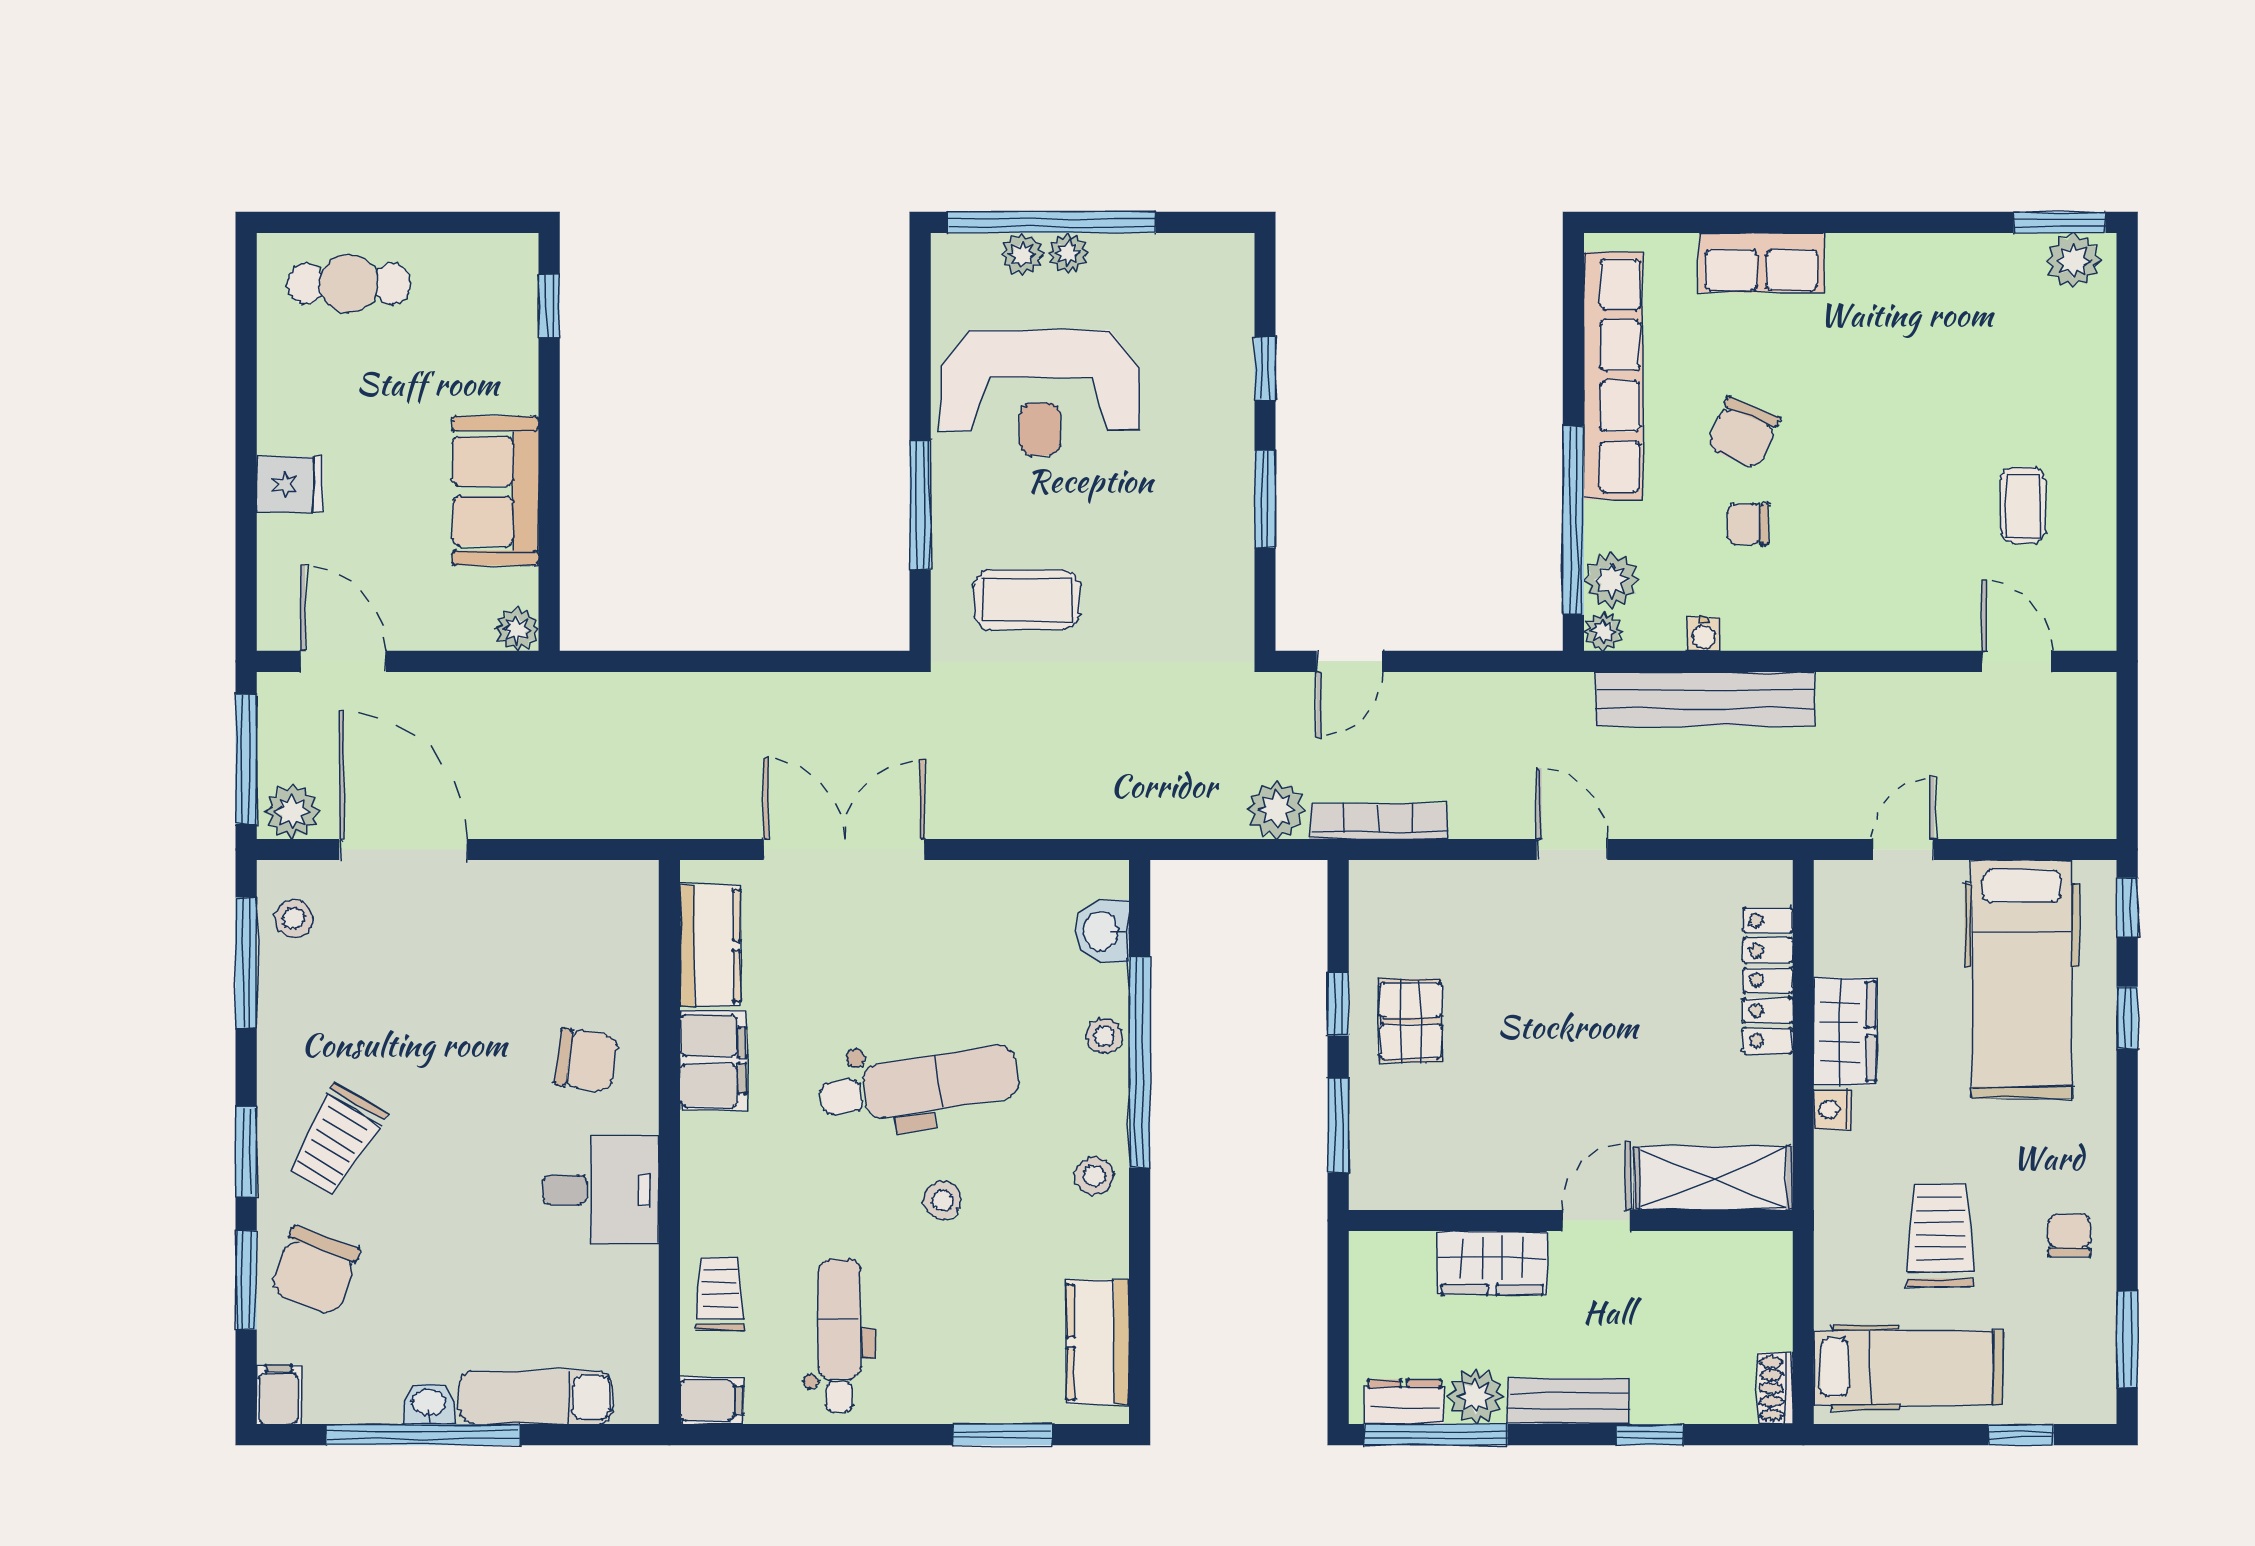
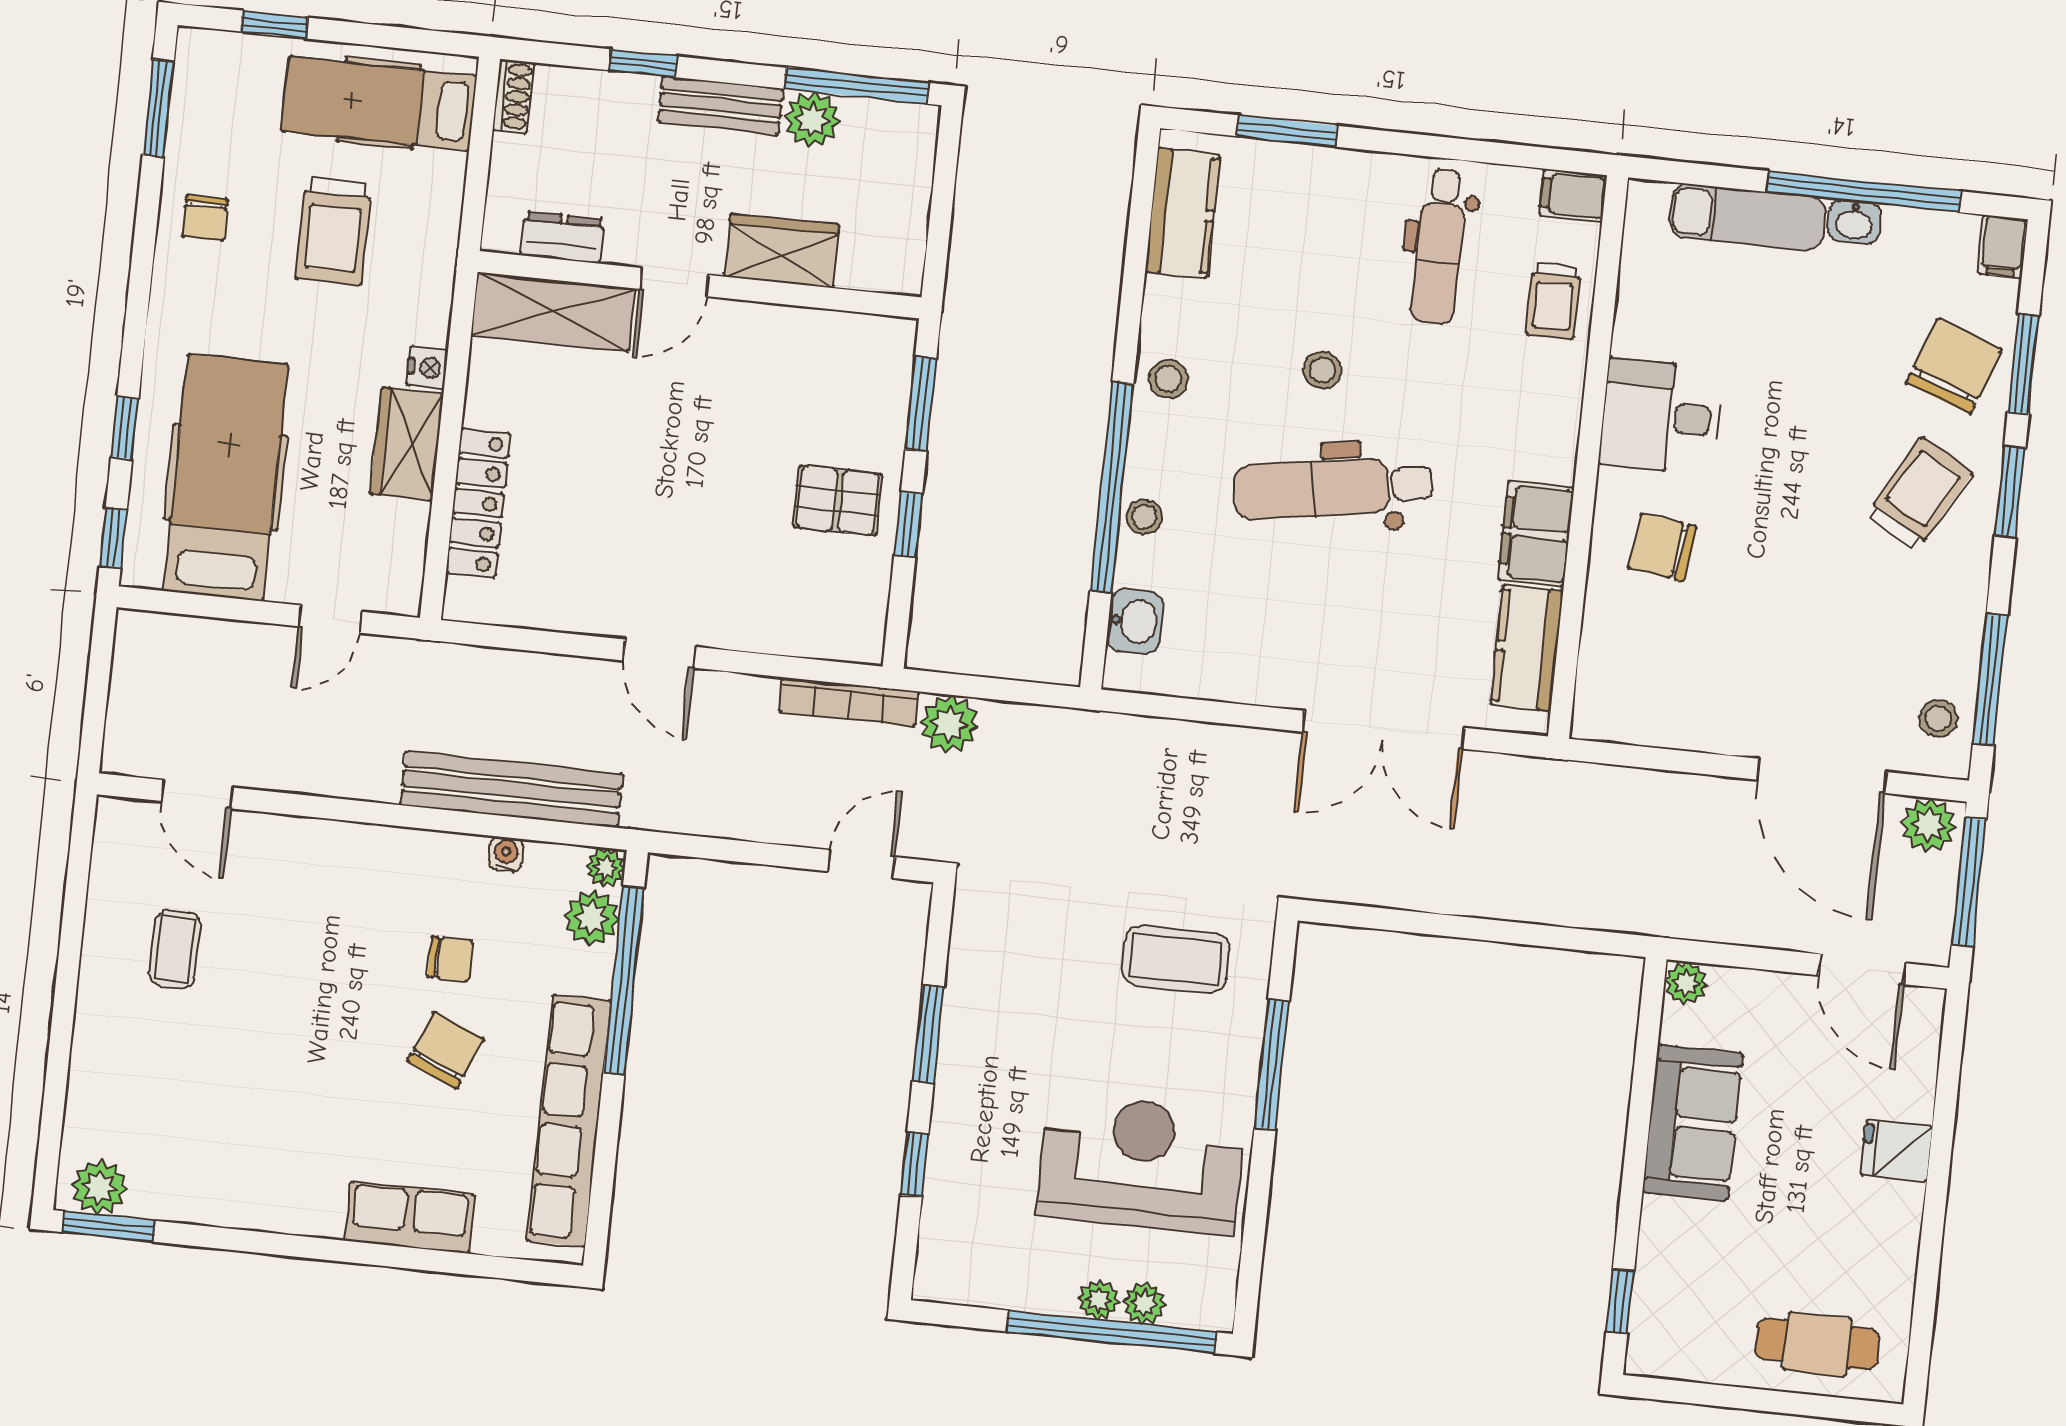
pallet: (1411, 1020) -> (838, 501), turned 90
dresser: (1404, 1402) -> (563, 237), moved, turned 180

